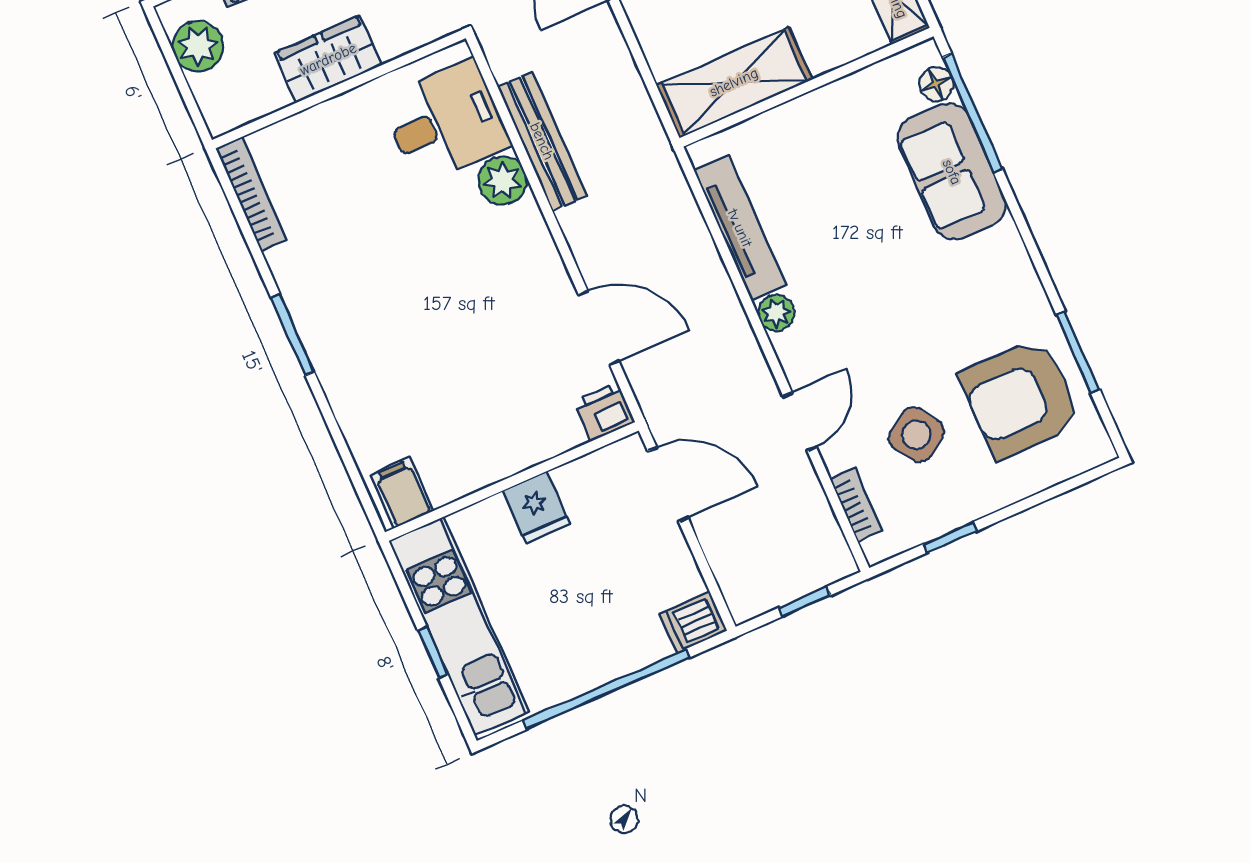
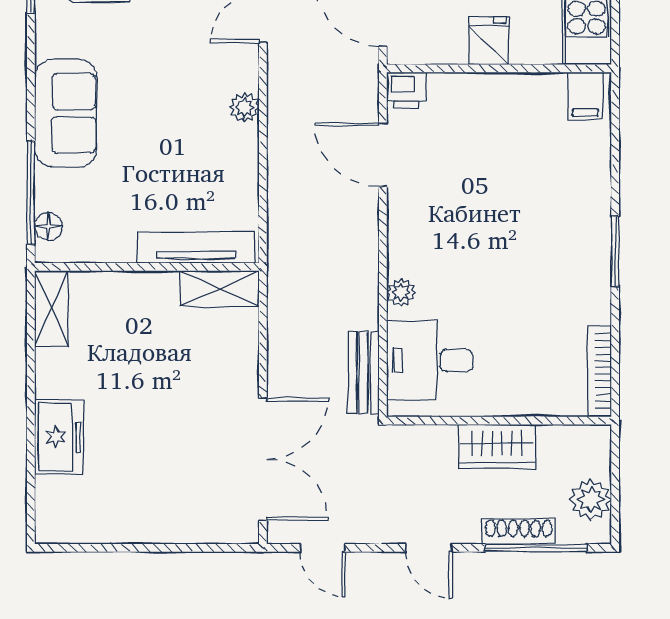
shelving: (734, 82) -> (220, 289), width x0.67, depth x0.75
bench: (542, 141) -> (363, 373), moved, width x0.73
sofa: (952, 172) -> (66, 113), moved
plant: (502, 180) -> (401, 292), width x0.73, depth x0.73
tv unit: (740, 228) -> (196, 247), moved, turned 90

